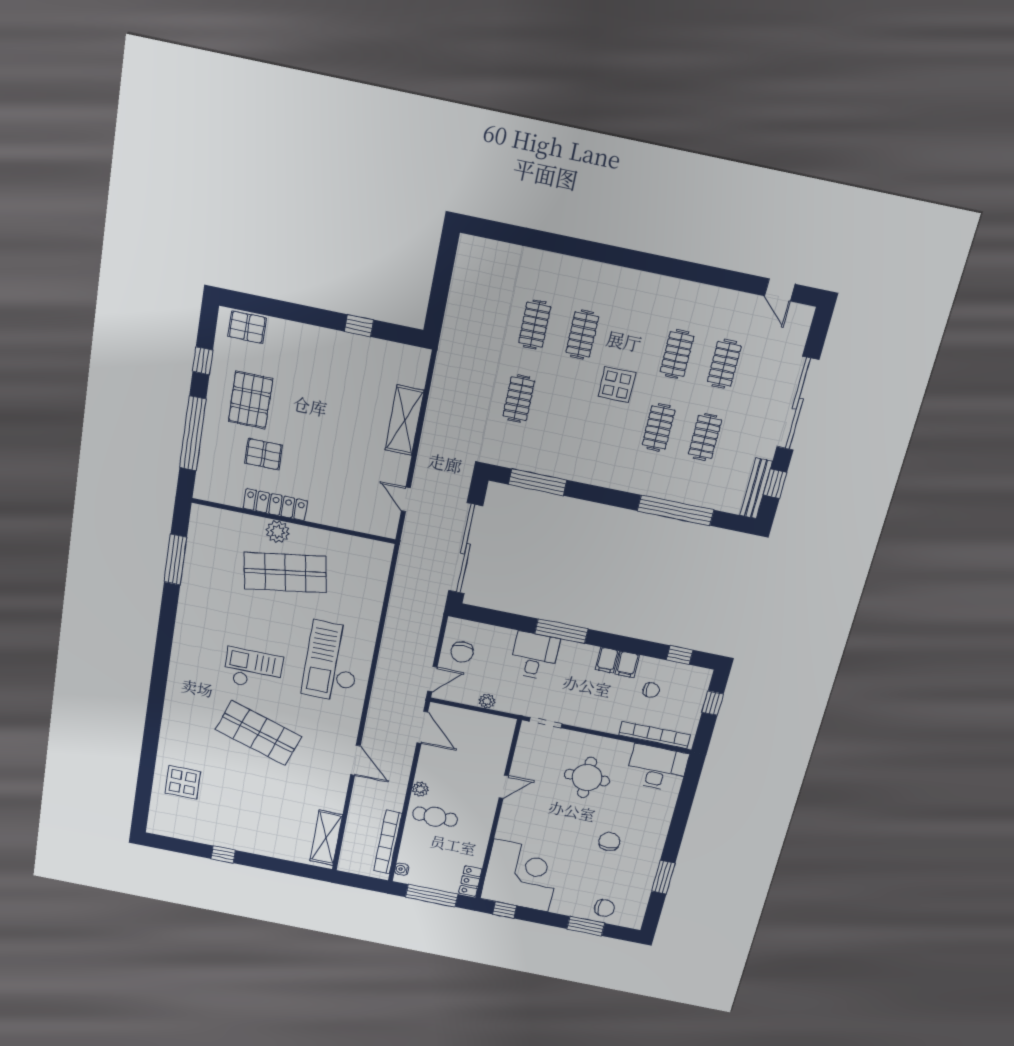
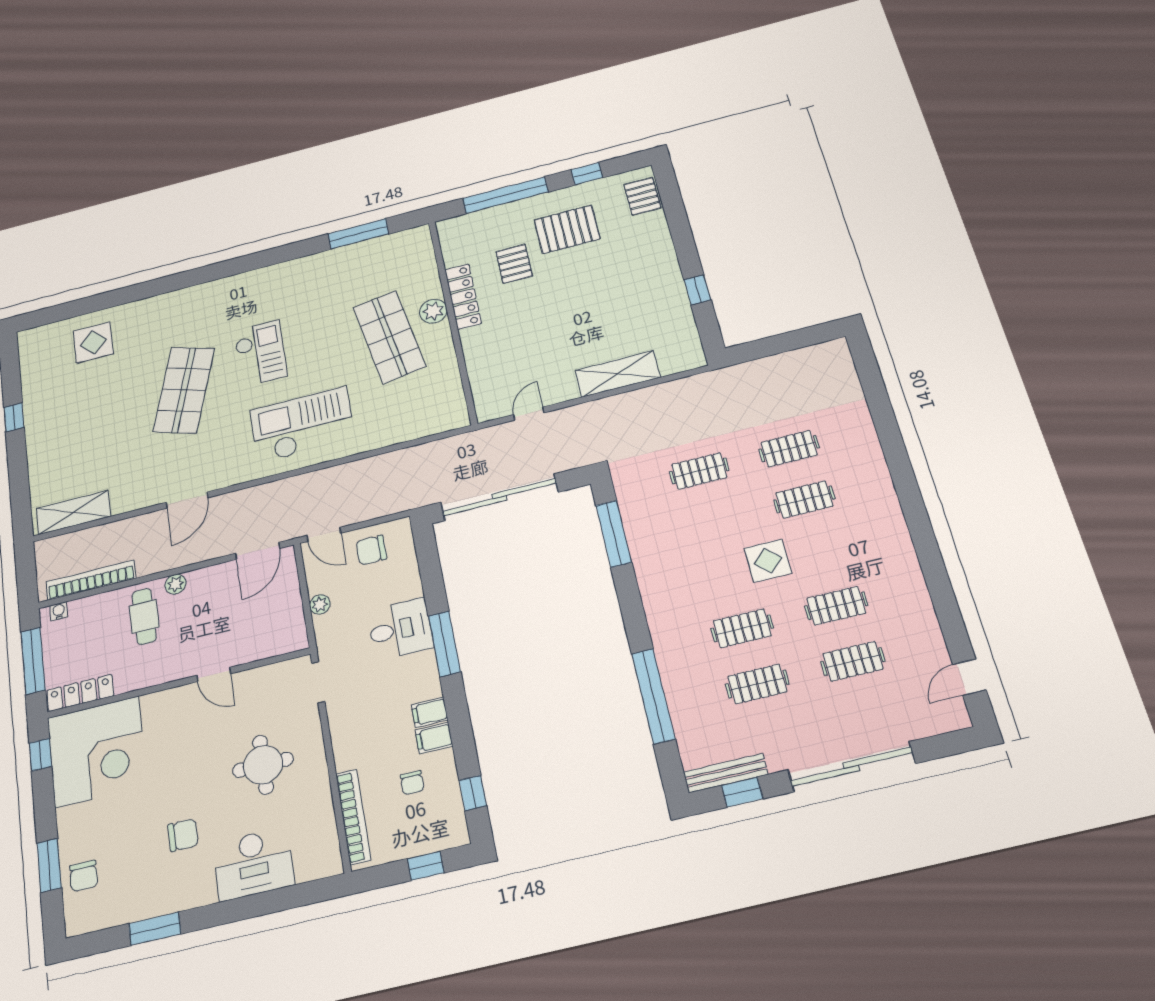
desk: (657, 768) -> (253, 864), moved, turned 90
locker: (470, 881) -> (80, 693), width x1.53

